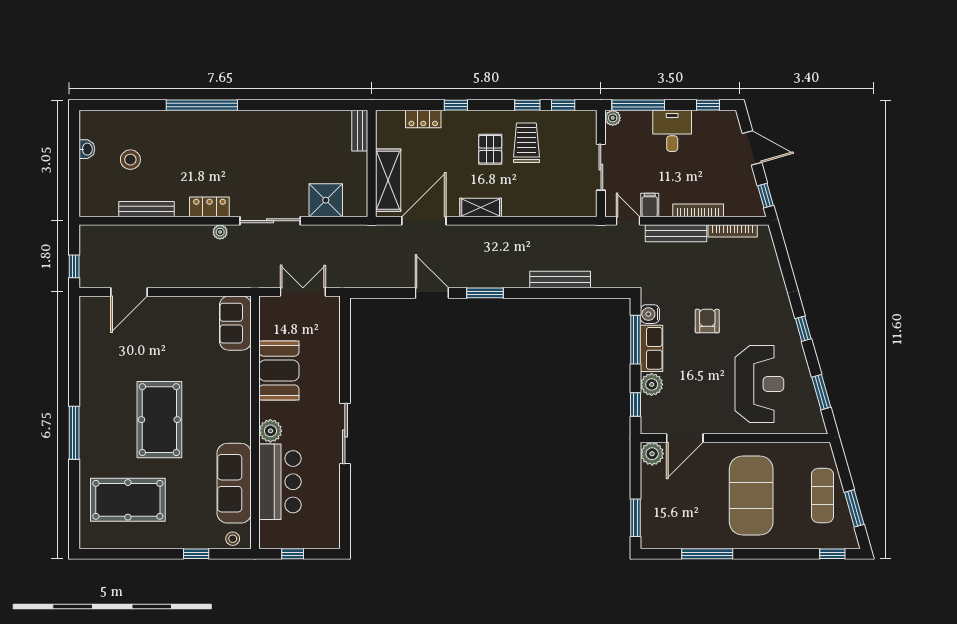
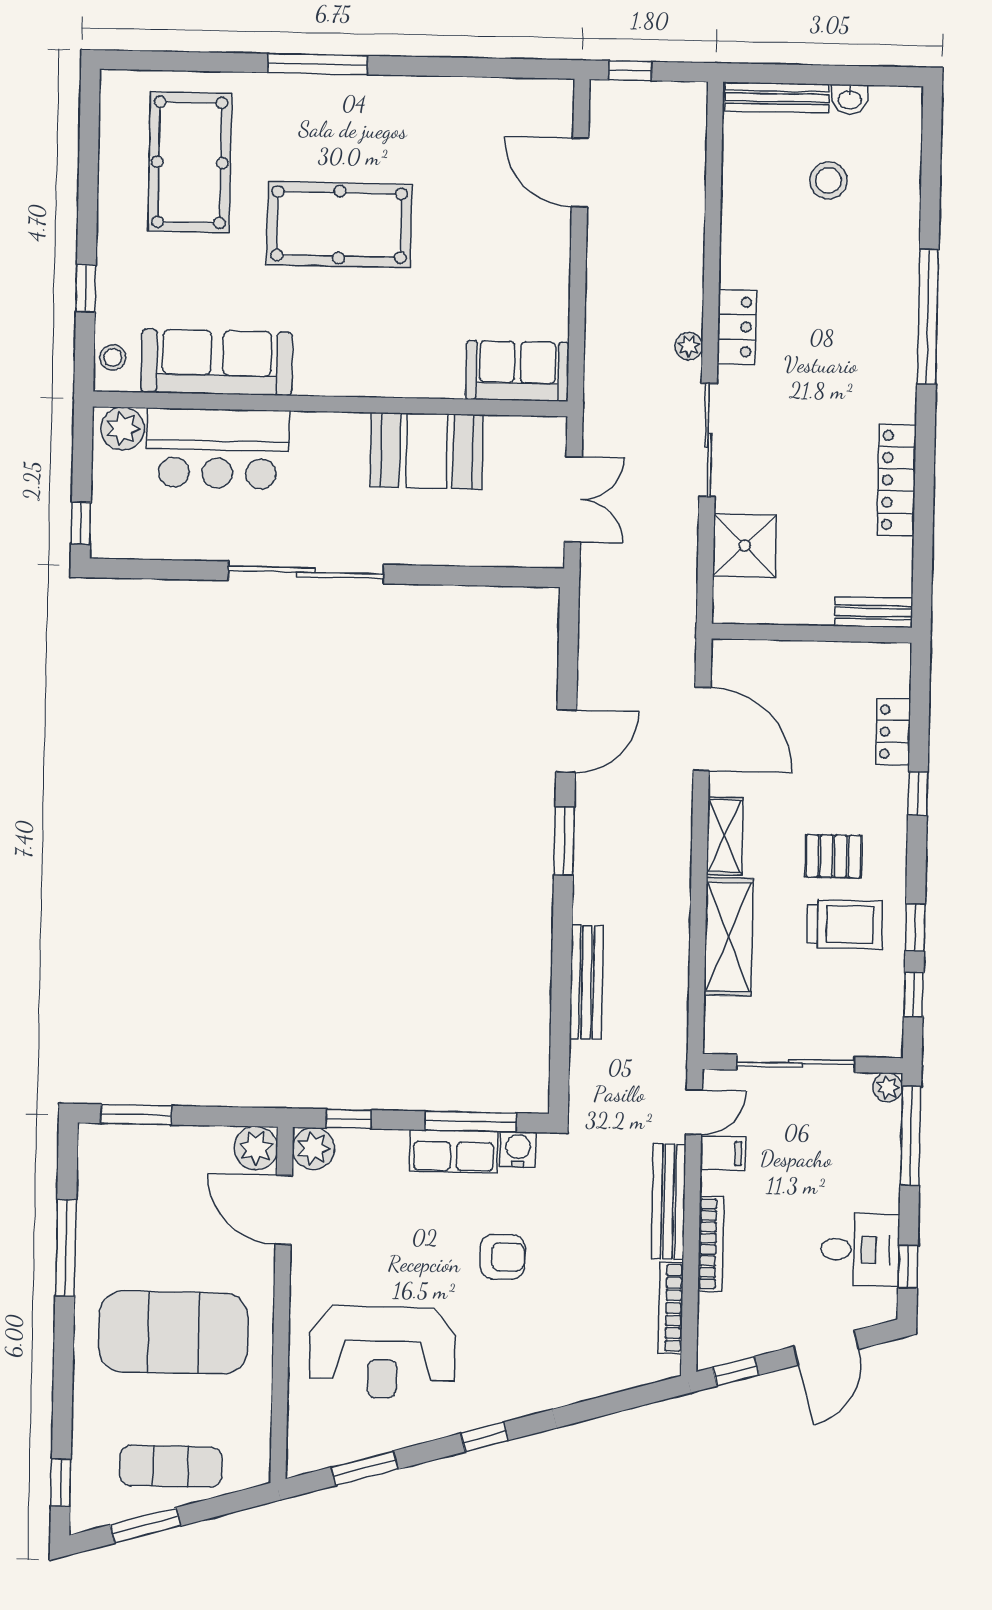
locker: (289, 120) -> (897, 480), added
desk: (672, 131) -> (860, 1250), moved
sliding door: (601, 167) -> (796, 1063), width x1.37
shelving: (388, 180) -> (729, 937), moved, turned 90
bench: (146, 209) -> (777, 98), moved, turned 90
plant: (652, 384) -> (313, 1149), moved
plant: (270, 431) -> (123, 429), moved
sliding door: (345, 433) -> (306, 572), width x1.36
window: (293, 554) -> (81, 523), moved

